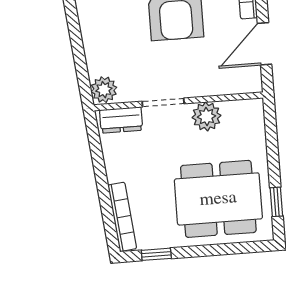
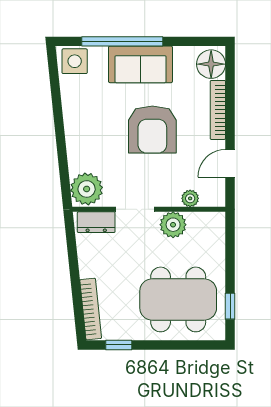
door: (265, 44) -> (230, 163), width x0.73
plant: (223, 86) -> (190, 198), added
plant: (104, 90) -> (87, 189), width x1.36, depth x1.36

